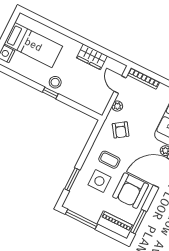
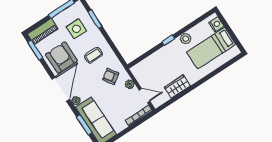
stool: (55, 82) -> (186, 39), moved
side table: (99, 181) -> (76, 29), moved

